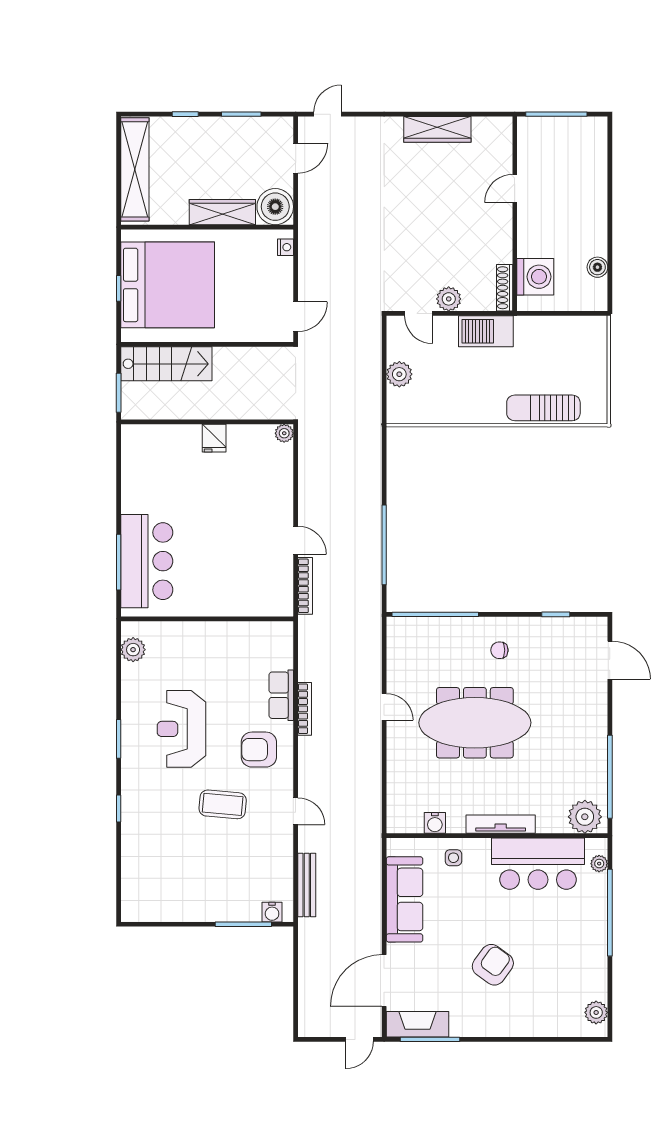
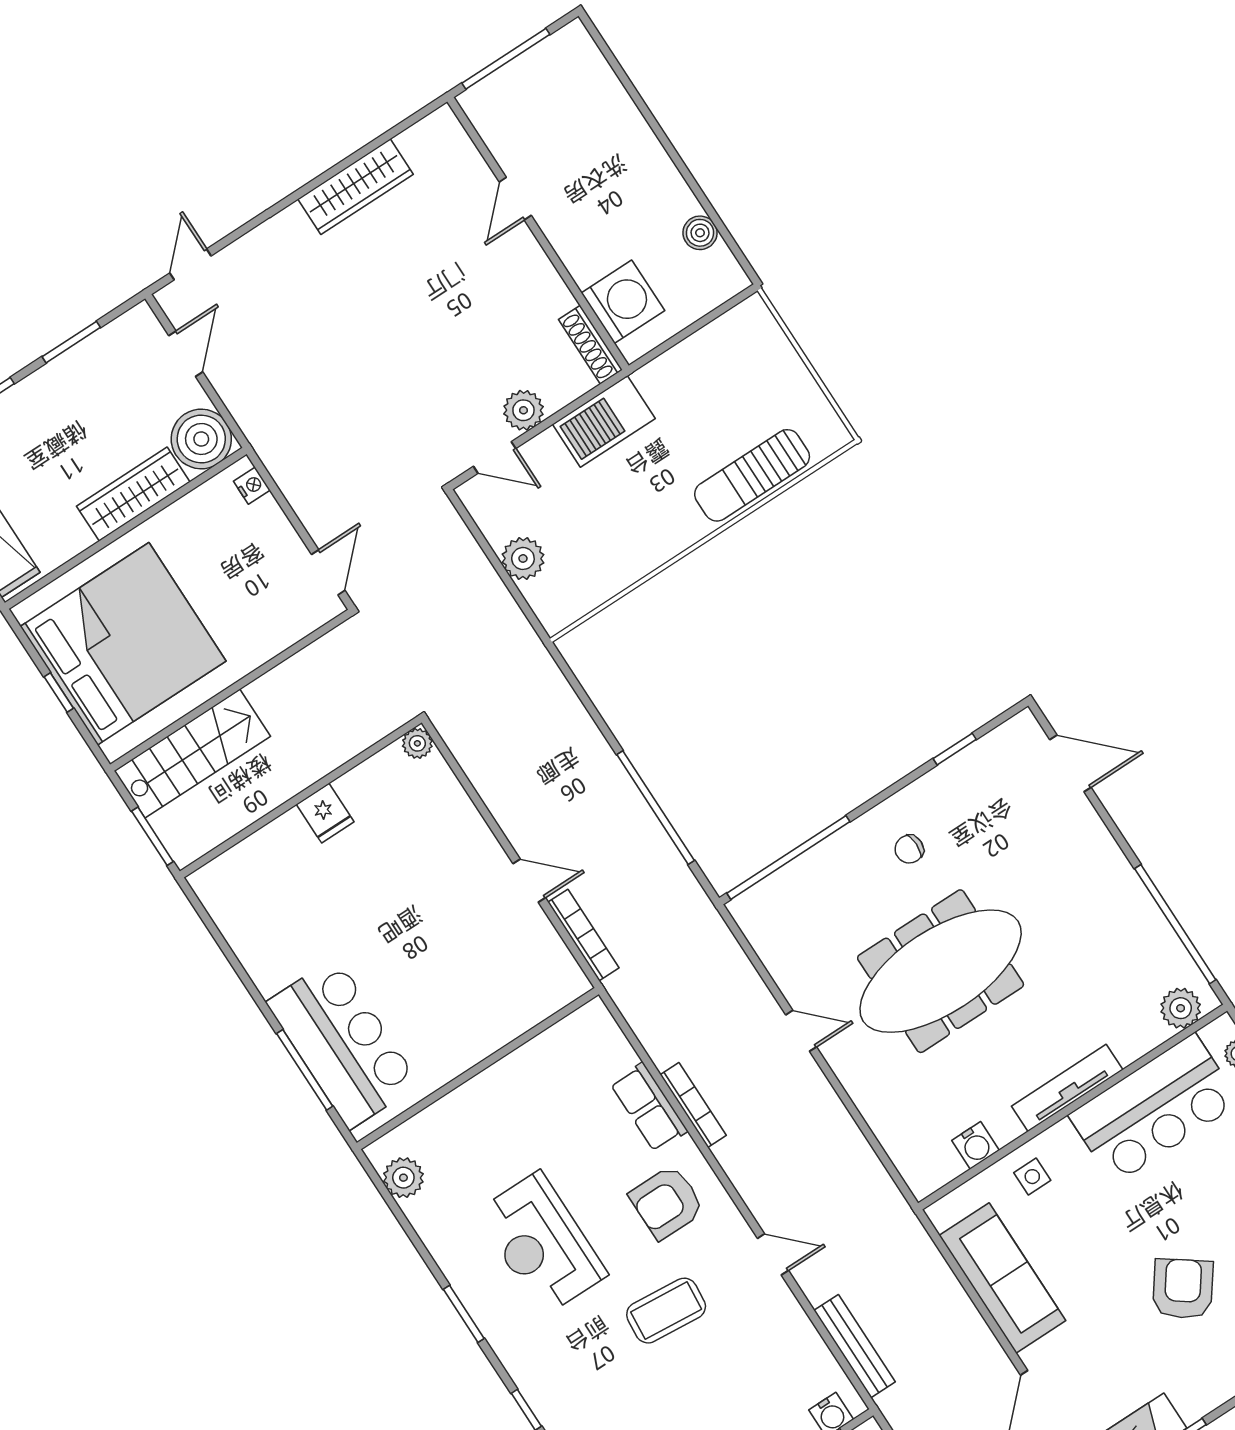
plant: (585, 817) -> (1181, 1008), width x0.73, depth x0.73

